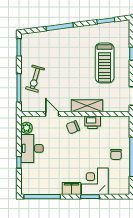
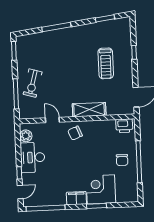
treadmill: (105, 63) -> (106, 63), width x0.73, depth x0.73
printer: (93, 122) -> (124, 126), moved
door: (19, 180) -> (20, 192), added

